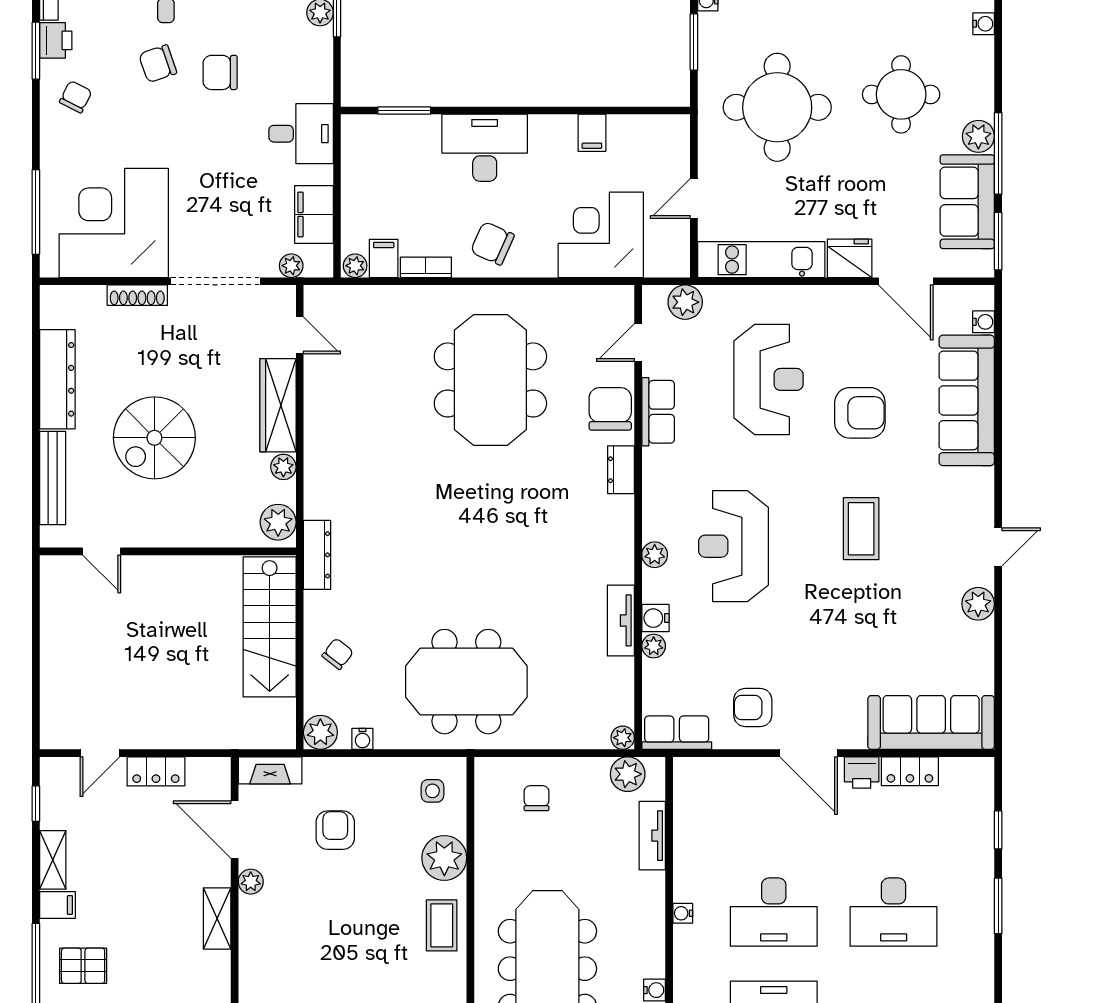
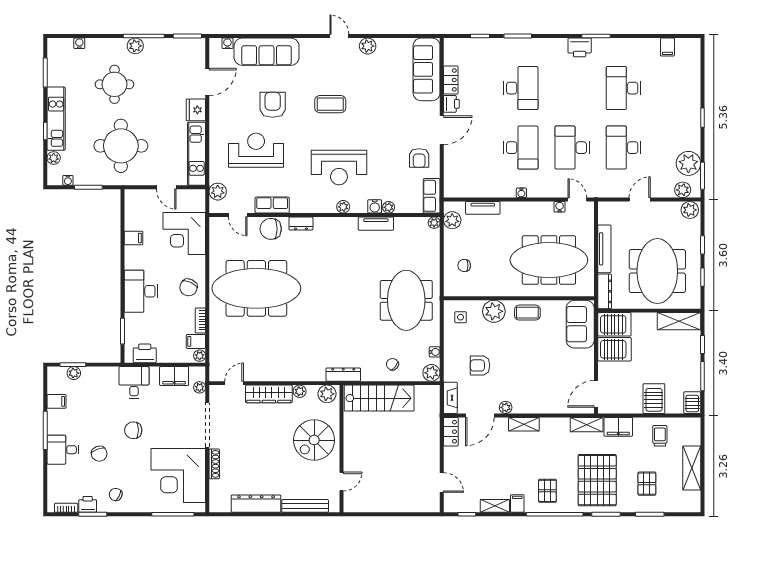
chair: (220, 72) -> (133, 430), moved, turned 90
printer: (360, 155) -> (145, 353), added
sofa: (967, 202) -> (168, 51), removed
meeting table: (490, 380) -> (256, 288), width x1.36
spiral stairs: (154, 438) -> (314, 440), moved, turned 90
locker: (156, 771) -> (451, 432), moved

